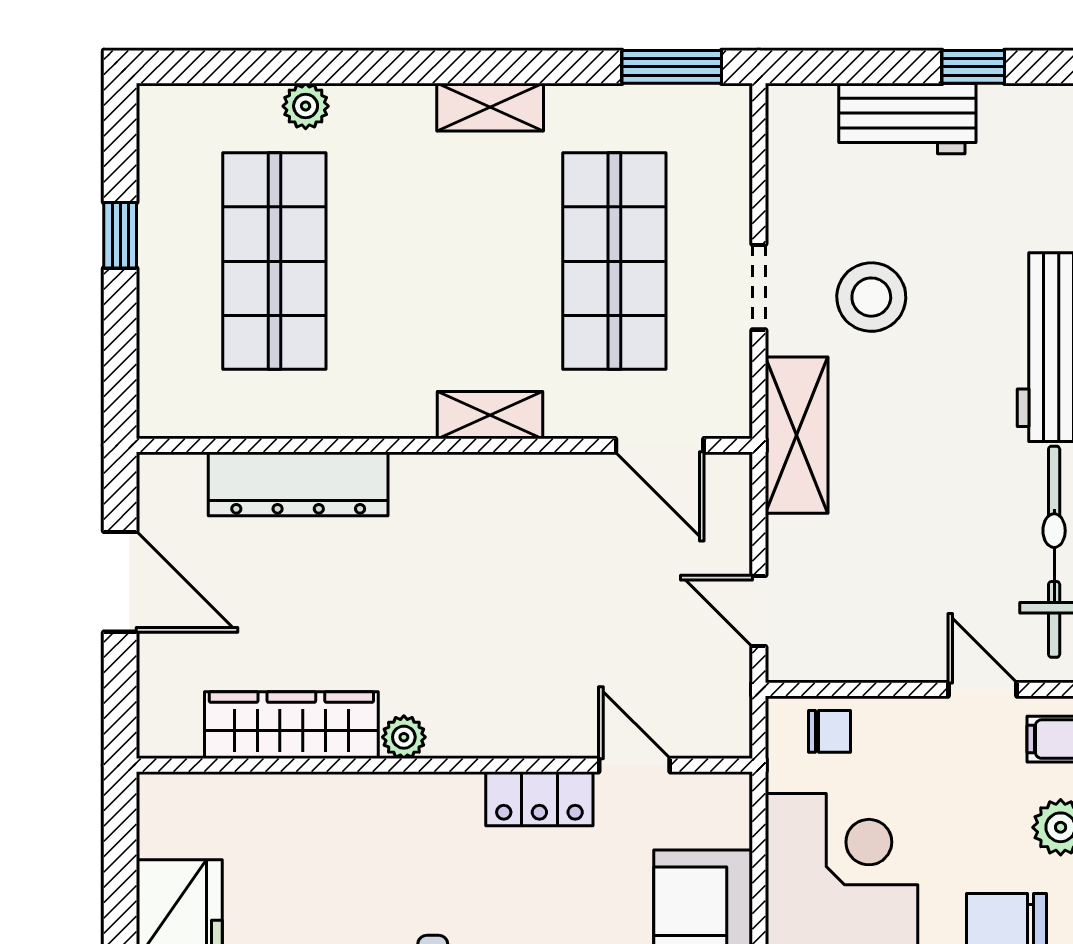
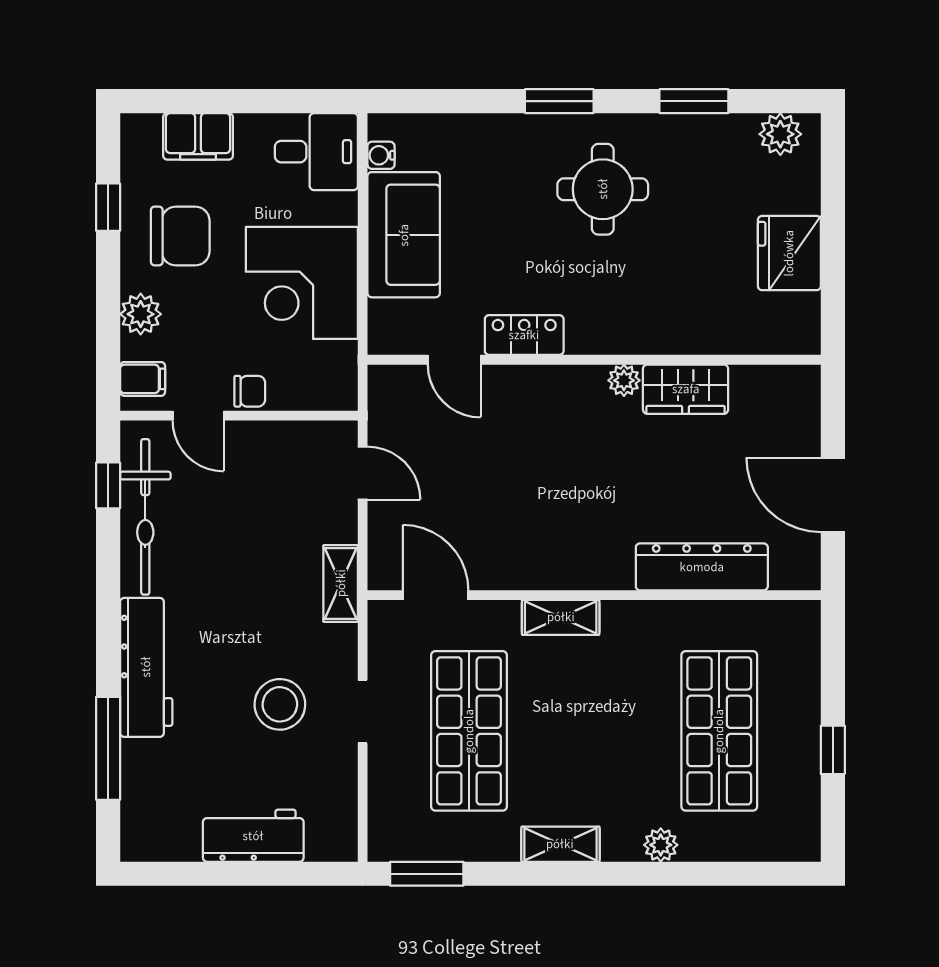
window: (973, 67) -> (205, 874), removed
plant: (306, 106) -> (661, 845), moved
shelving: (797, 435) -> (341, 583), width x0.67, depth x0.75
wardrobe: (291, 725) -> (686, 389), width x0.67
chair: (830, 731) -> (250, 391), moved, turned 180

